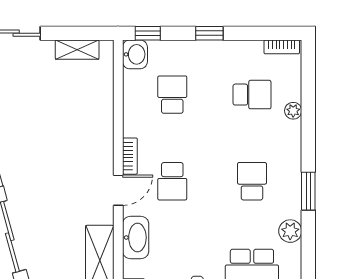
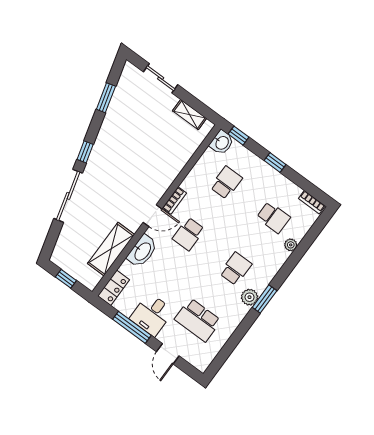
plant: (290, 231) -> (249, 297), moved

